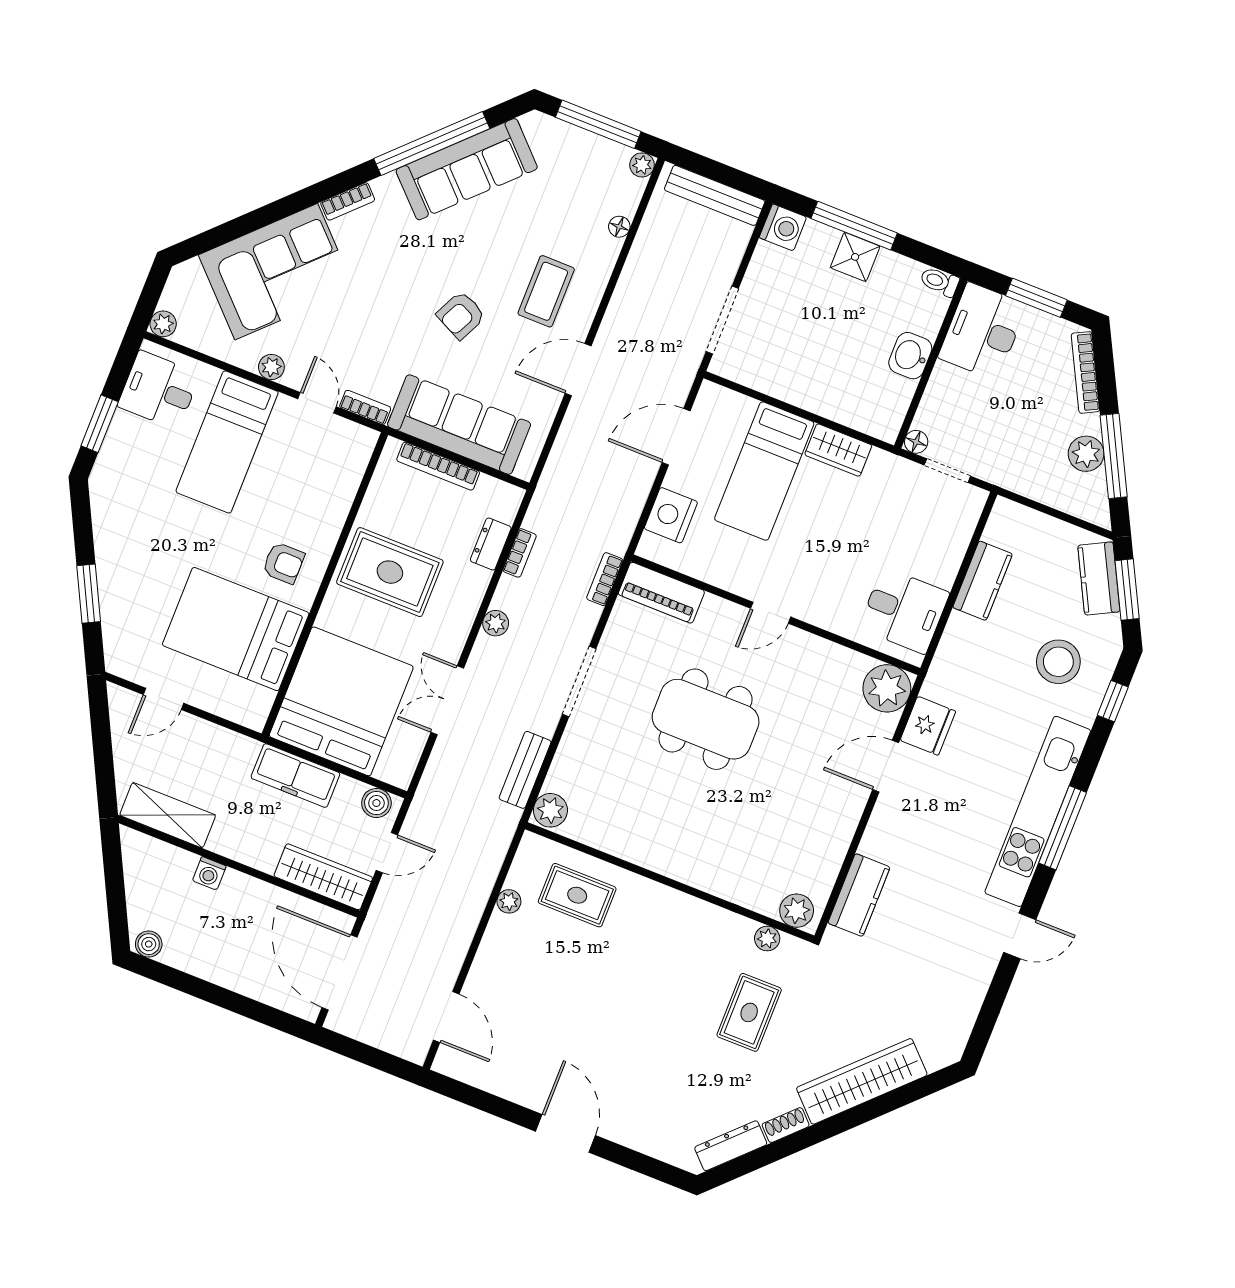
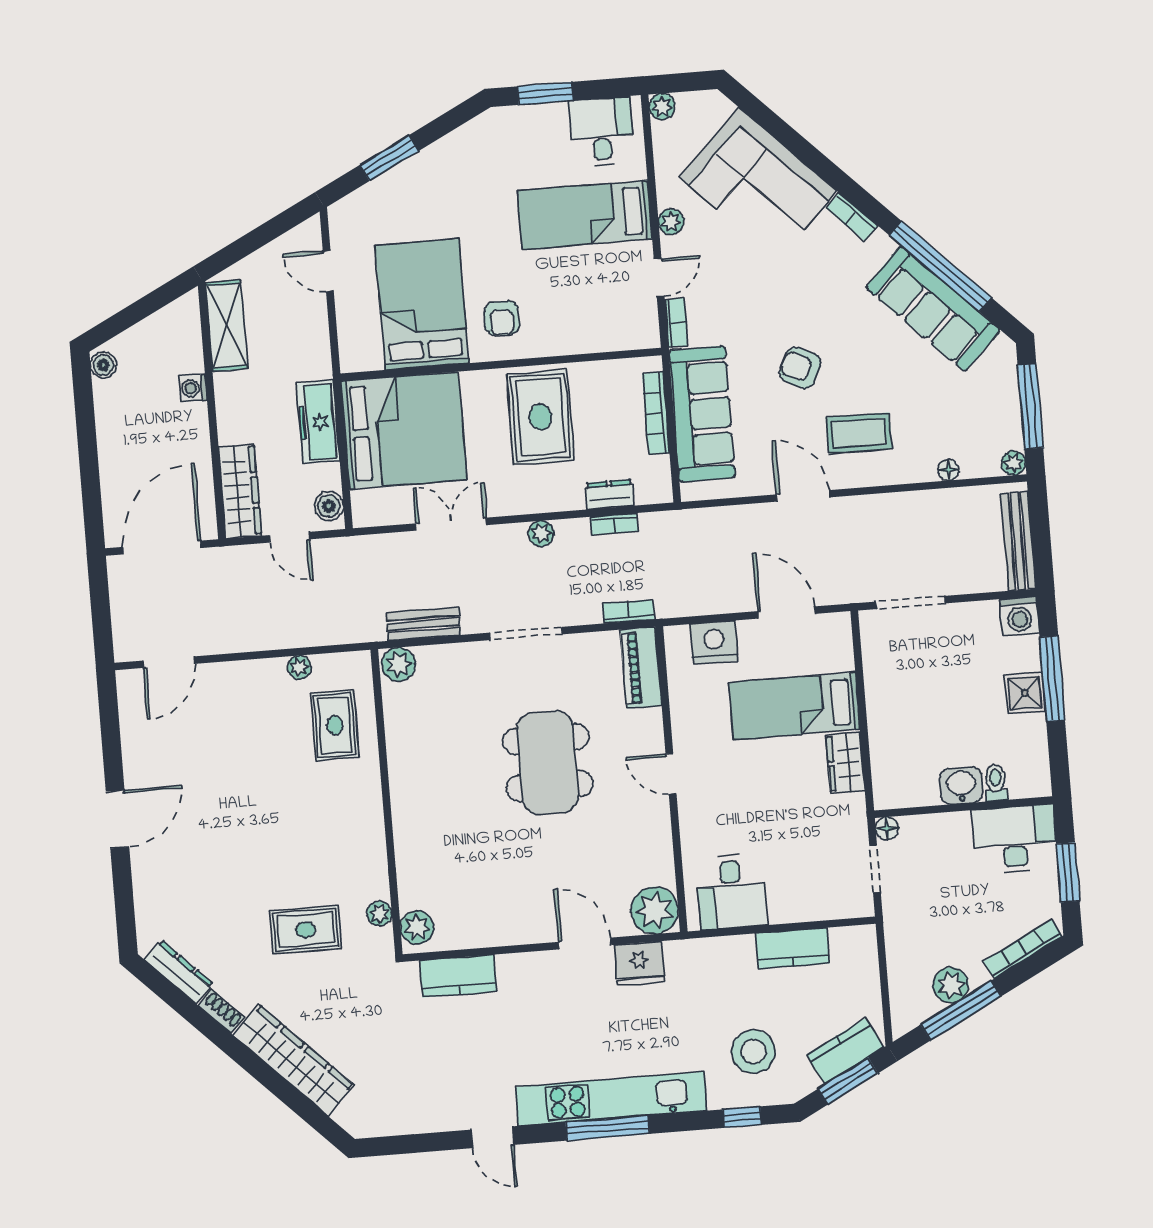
toilet: (939, 282) -> (996, 783), moved

